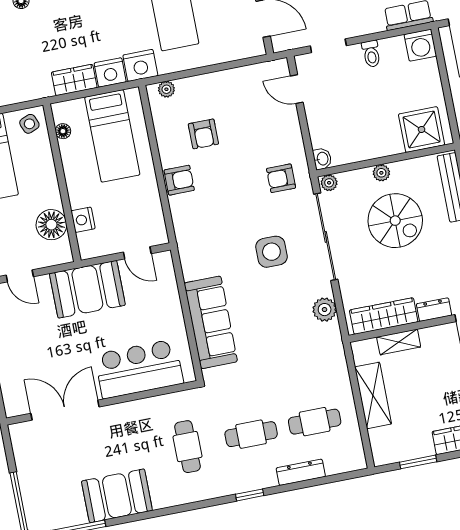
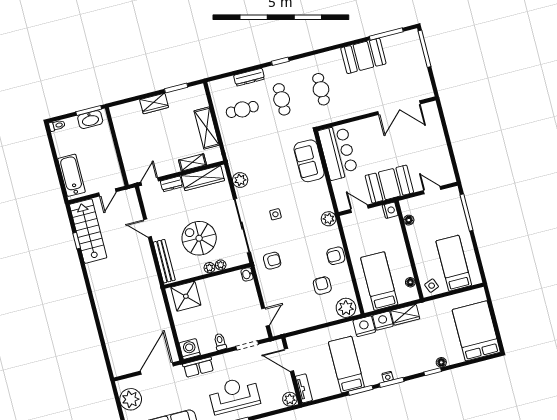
plant: (166, 89) -> (346, 308), width x1.88, depth x1.88
door: (297, 89) -> (265, 317), hinge flipped
plant: (329, 183) -> (221, 265), moved
nightstand: (83, 220) -> (390, 210), moved
floor lamp: (51, 225) -> (409, 220), width x0.53, depth x0.53
plant: (187, 240) -> (329, 219), added
side table: (271, 252) -> (275, 214), width x0.54, depth x0.54
sofa: (211, 322) -> (309, 161), width x0.73
bar counter: (139, 369) -> (338, 152), moved, turned -90
cafe table: (251, 434) -> (282, 99), turned 90

